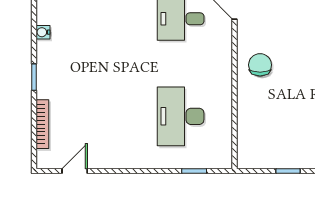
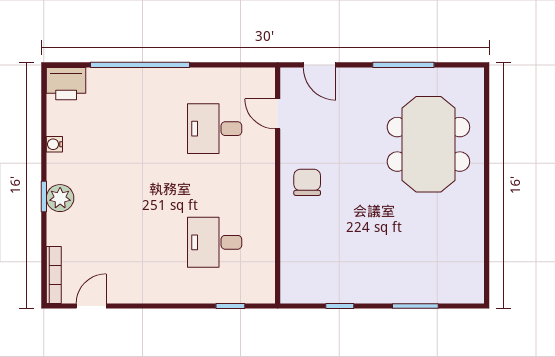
plant: (48, 78) -> (60, 198), added
desk: (181, 116) -> (215, 242), width x0.73
bookcase: (42, 124) -> (54, 275), moved

